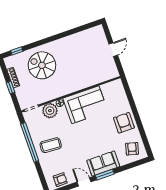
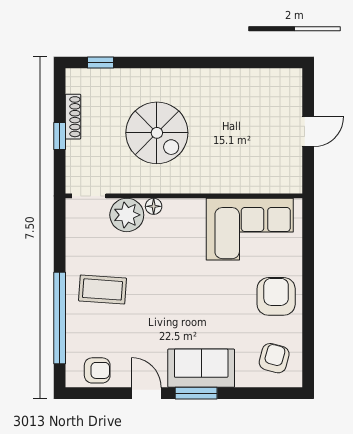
spiral stairs: (42, 65) -> (157, 133), moved, turned 180
corner sofa: (85, 105) -> (250, 229), moved
window: (30, 142) -> (60, 318), moved

